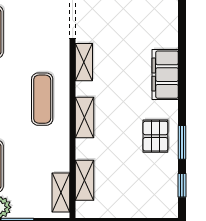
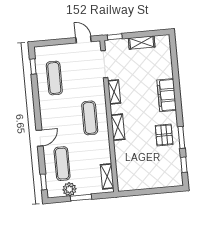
shelving: (85, 180) -> (121, 167), removed

